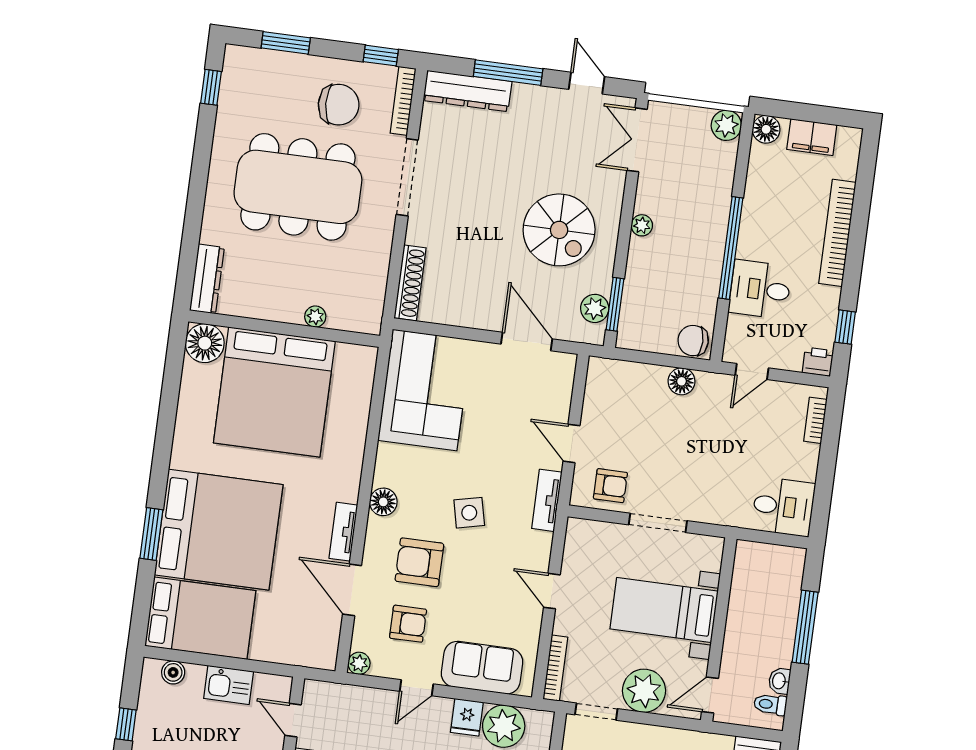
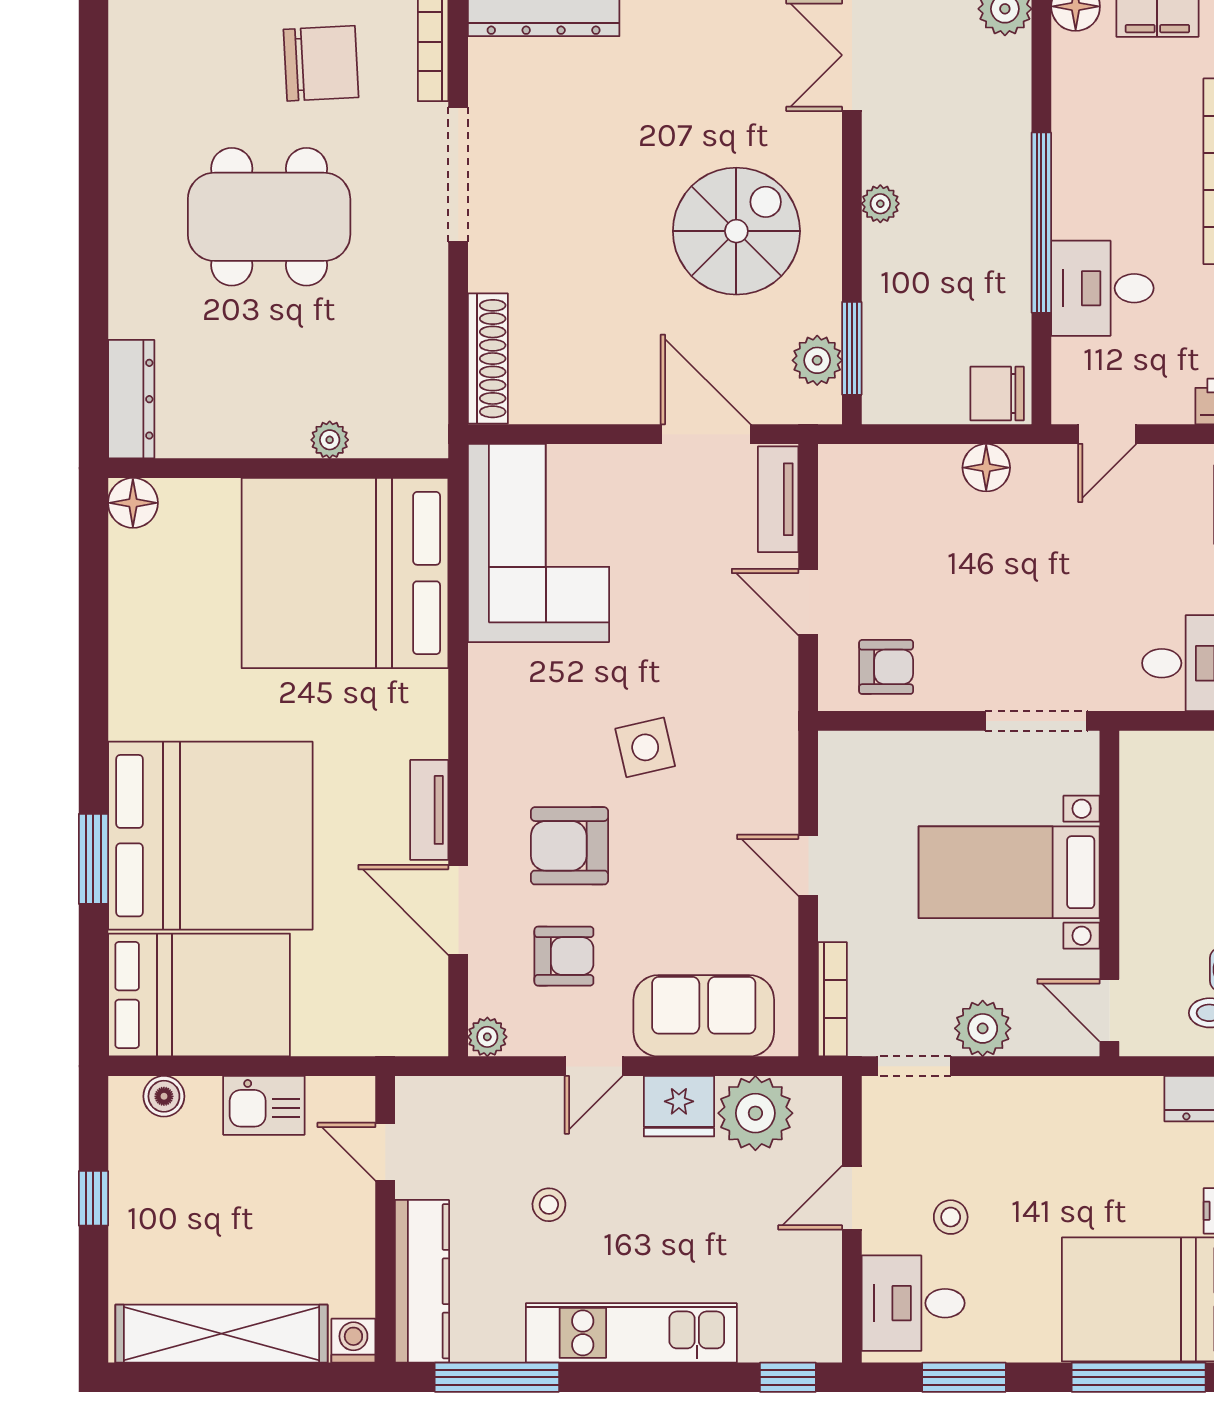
window: (211, 87) -> (93, 63), removed
dining table: (298, 187) -> (269, 217), width x0.73, depth x0.80
spiral stairs: (559, 230) -> (736, 231), turned -90
floor lamp: (205, 343) -> (133, 503), width x0.73, depth x0.73
bed: (274, 392) -> (345, 573), moved, turned 90
tv unit: (547, 500) -> (778, 499), moved
floor lamp: (383, 502) -> (492, 749), removed
doorway: (658, 523) -> (1036, 721), moved
plant: (644, 691) -> (983, 1028), width x0.73, depth x0.73
door: (710, 695) -> (1109, 1010), hinge flipped
fridge: (467, 717) -> (679, 1106), width x1.38

